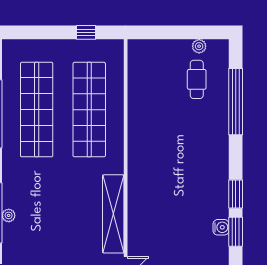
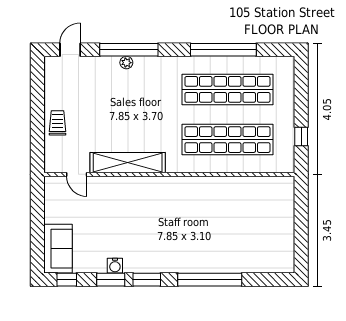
plant: (199, 46) -> (288, 245), removed
cafe table: (197, 79) -> (256, 242), removed
window: (236, 102) -> (210, 280), moved

